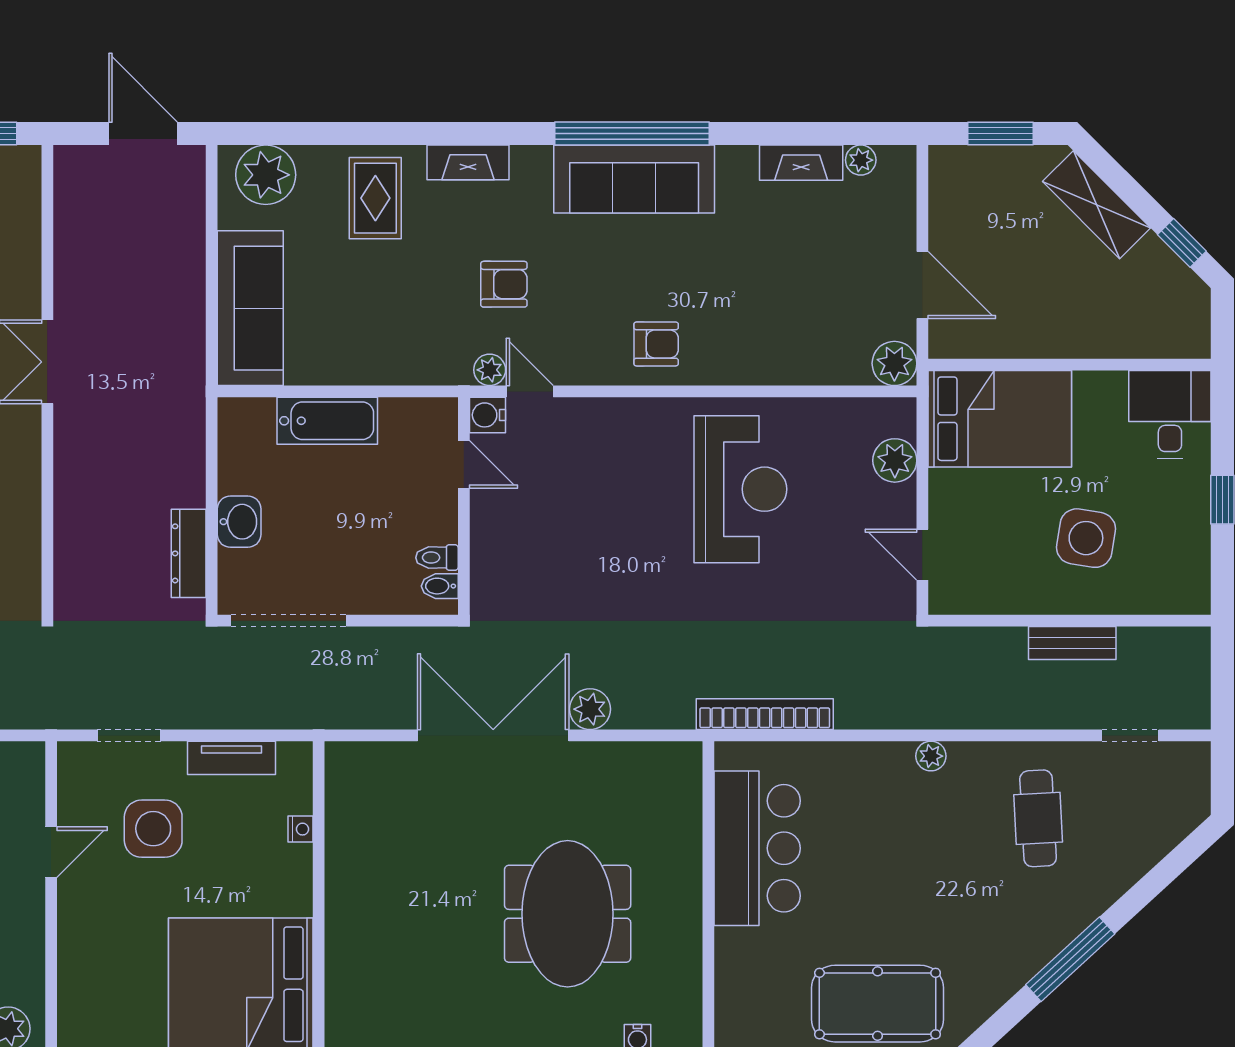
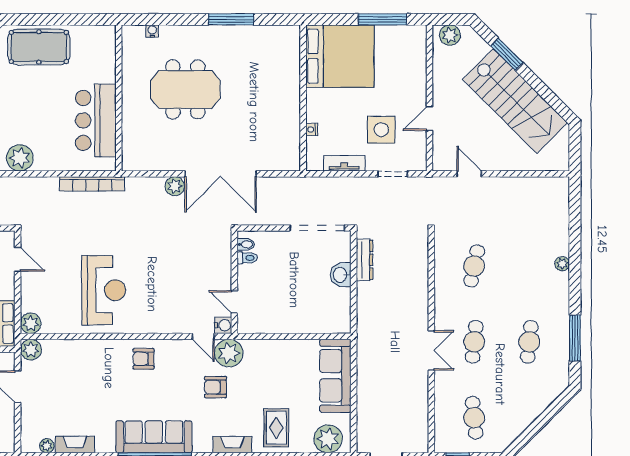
plant: (490, 370) -> (229, 353), width x1.87, depth x1.87
bathtub: (327, 421) -> (299, 323), removed
plant: (895, 460) -> (31, 323), moved
reception desk: (740, 489) -> (104, 290), turned 180
plant: (931, 756) -> (20, 158), width x1.88, depth x1.88
meeting table: (568, 914) -> (185, 89), turned 90

